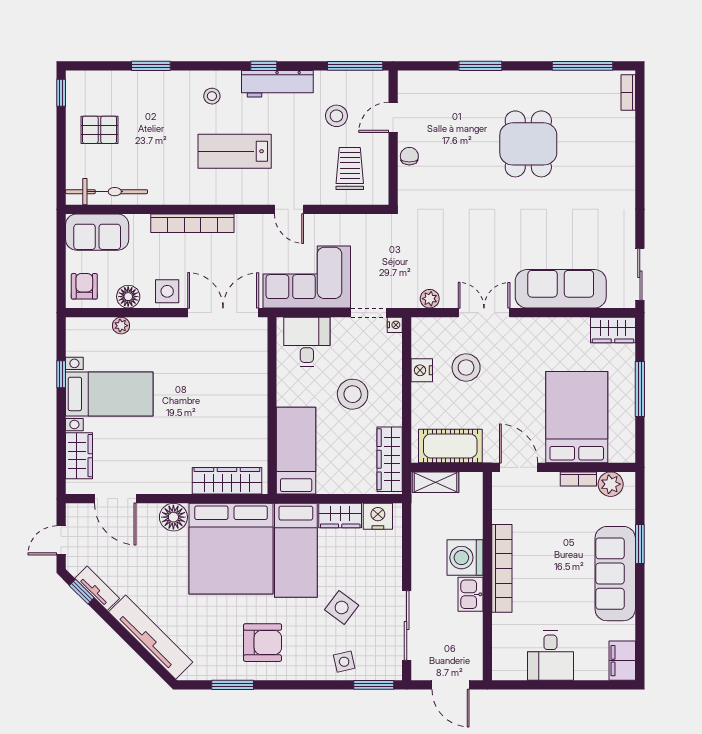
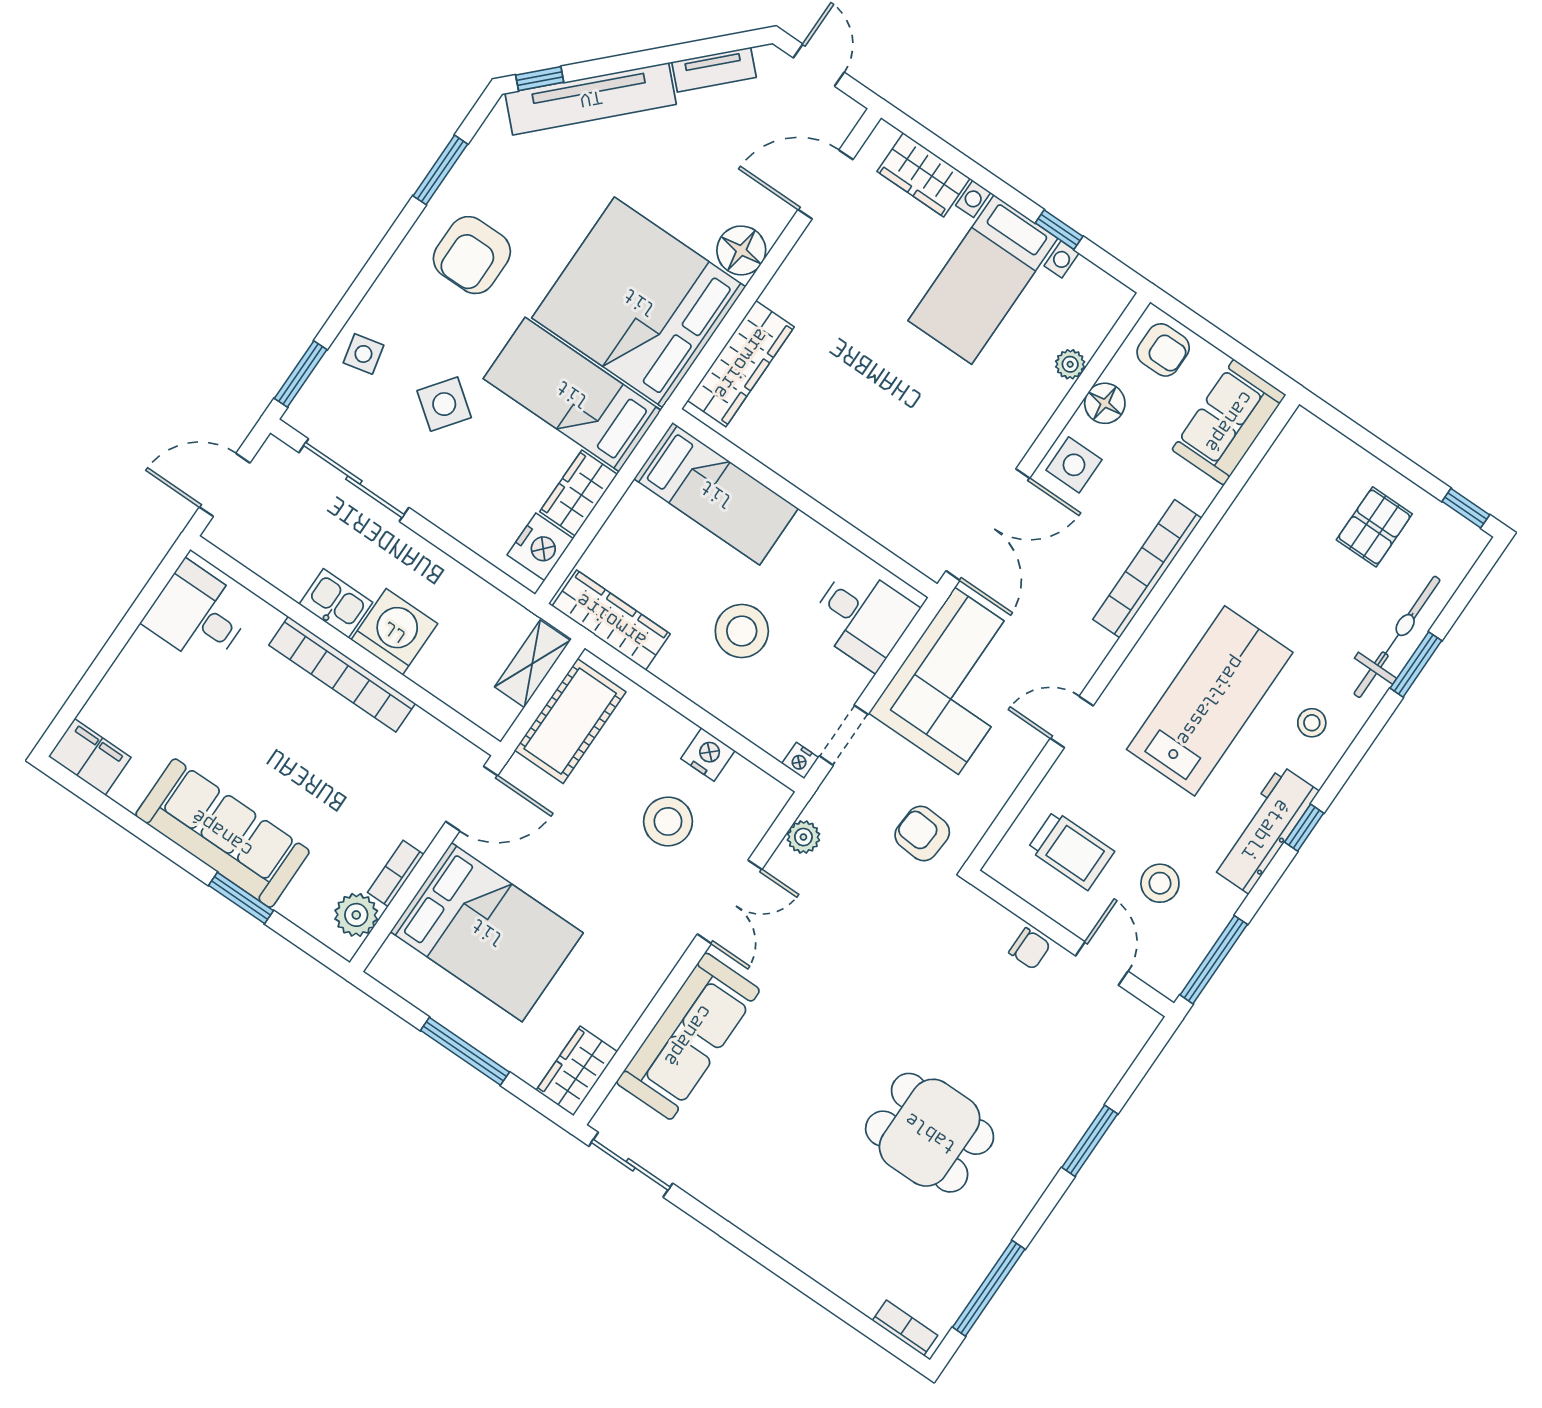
lab bench: (235, 151) -> (1210, 701), width x1.36, depth x1.39
bicycle: (107, 192) -> (1397, 637), moved, turned 180
armchair: (390, 244) -> (922, 833), added
window: (82, 592) -> (540, 79), moved
desk: (550, 656) -> (198, 614), moved

